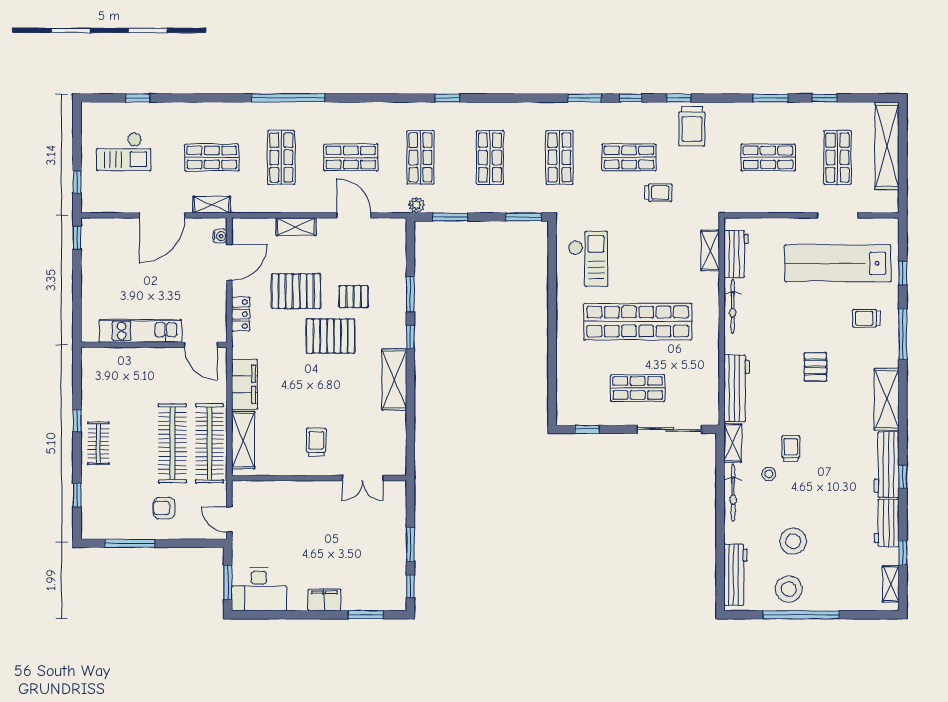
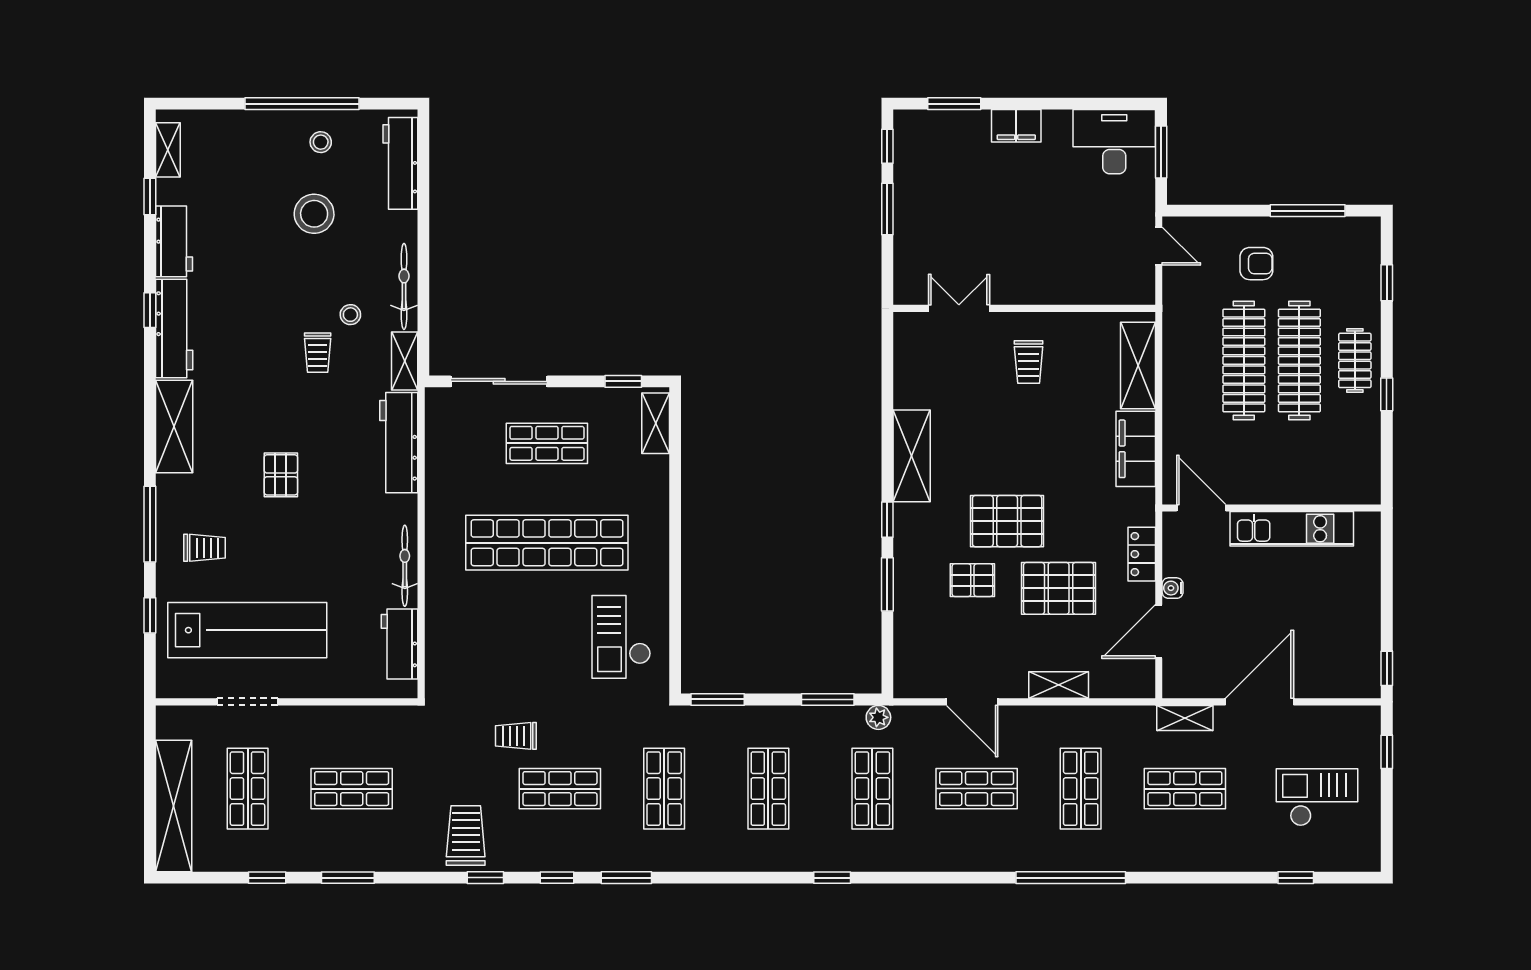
water cooler: (220, 236) -> (1173, 588), moved
shelving: (710, 250) -> (656, 423), moved
clothes rail: (209, 443) -> (1299, 360), moved
stool: (789, 589) -> (321, 142), width x0.53, depth x0.53

